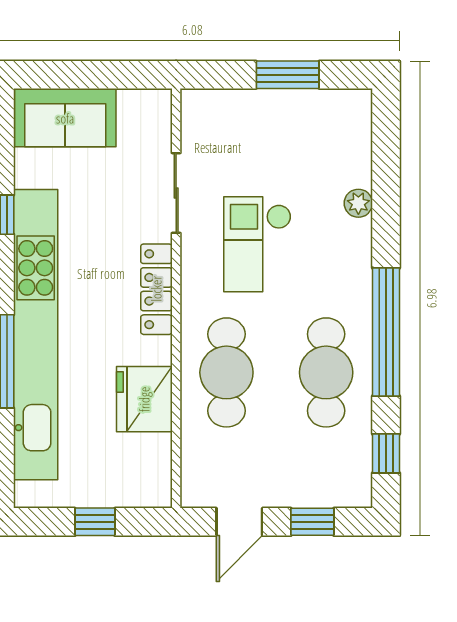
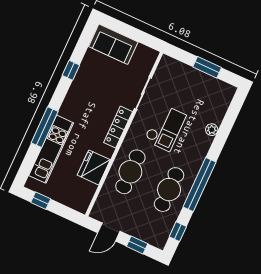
checkout: (257, 244) -> (165, 128), turned 180
kitchen unit: (36, 335) -> (51, 149), width x0.54
window: (95, 522) -> (41, 201), moved

